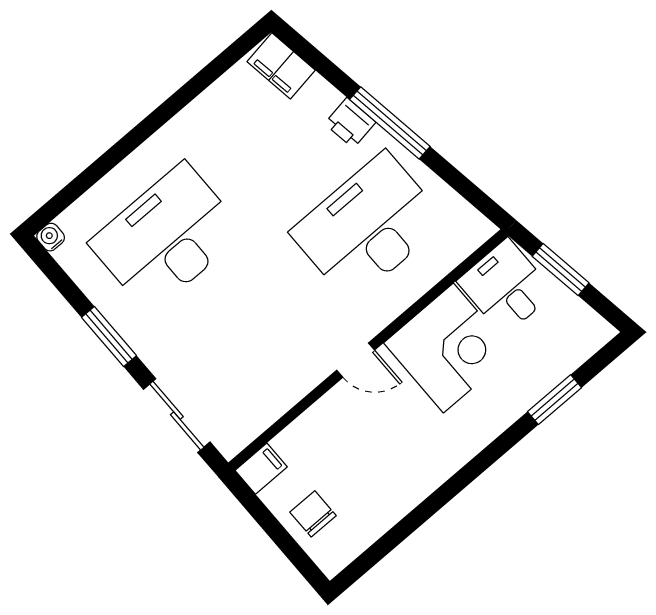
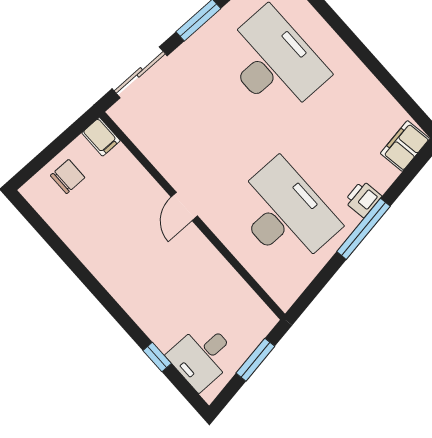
desk: (506, 287) -> (202, 356), moved, turned 180
corner desk: (448, 348) -> (195, 276), removed
window: (555, 400) -> (157, 357), width x0.67

